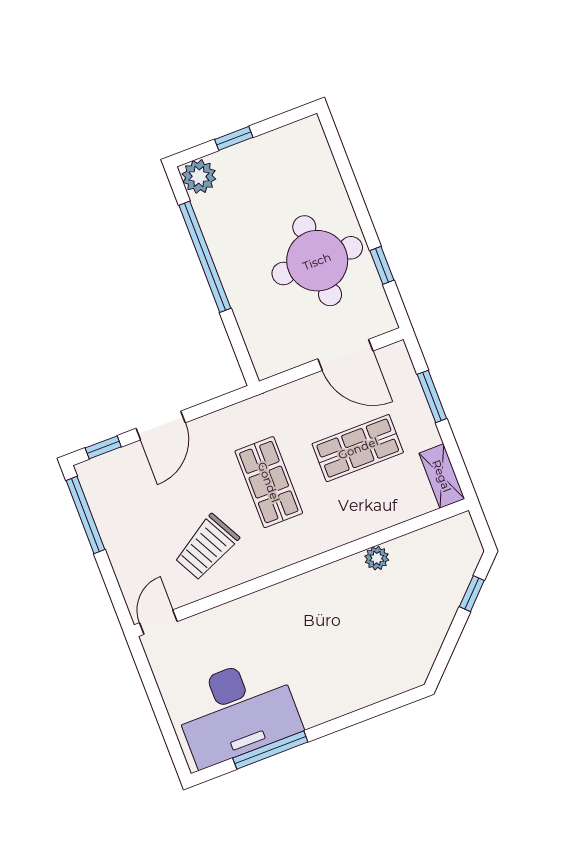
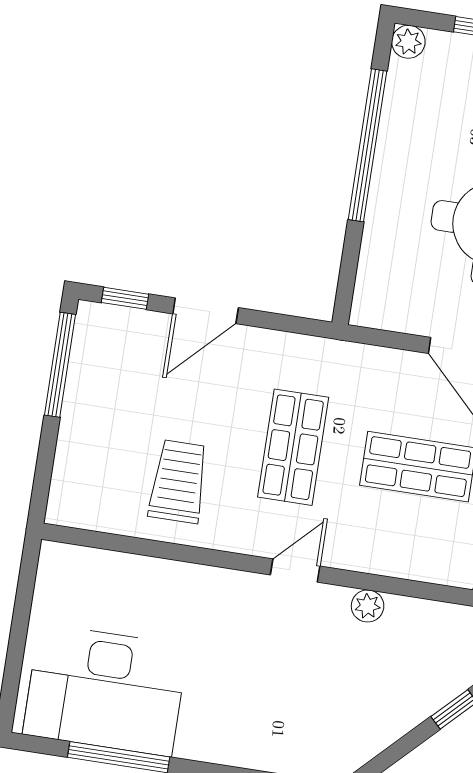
plant: (199, 176) -> (408, 42), width x0.73, depth x0.73
trolley: (207, 547) -> (178, 482), turned 118
door: (158, 622) -> (295, 570), moved

